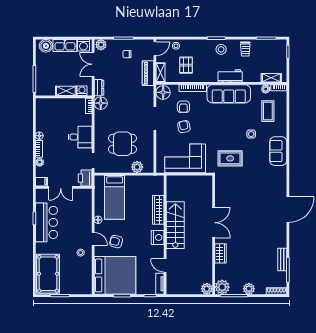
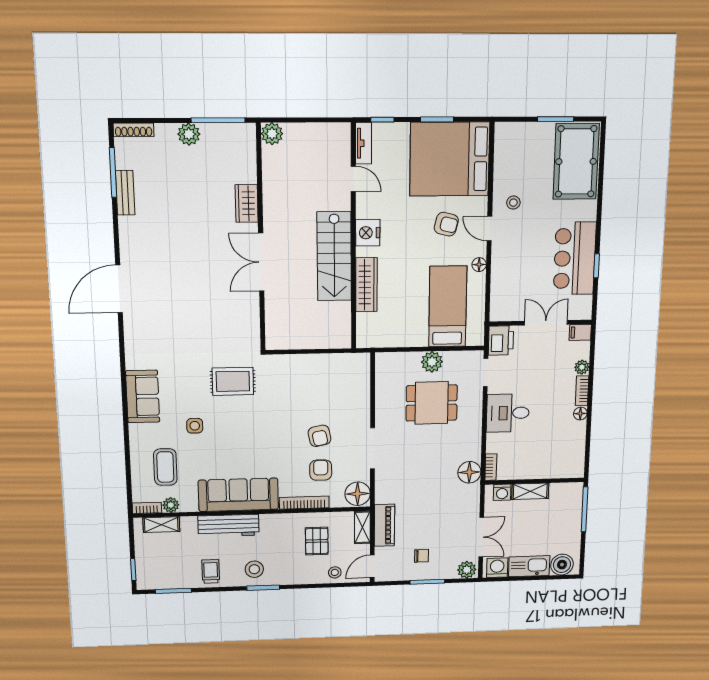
workbench: (230, 76) -> (229, 526), width x1.38
dresser: (99, 88) -> (472, 498), removed
corner sofa: (185, 158) -> (317, 380), removed
plant: (137, 167) -> (432, 362), moved
plant: (222, 287) -> (242, 137), removed

